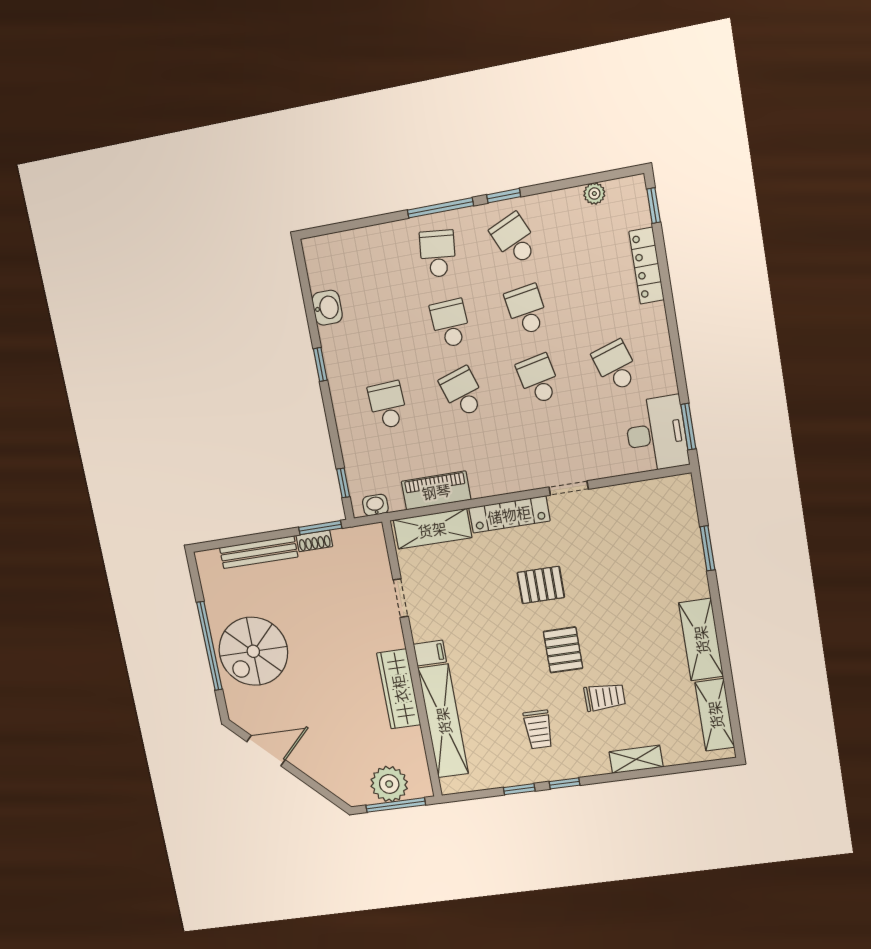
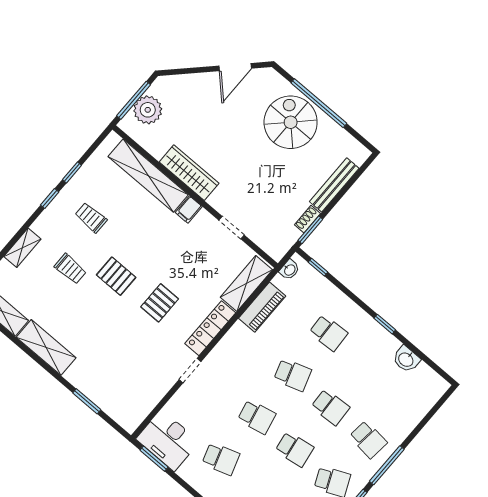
trolley: (605, 697) -> (70, 269), turned -90

